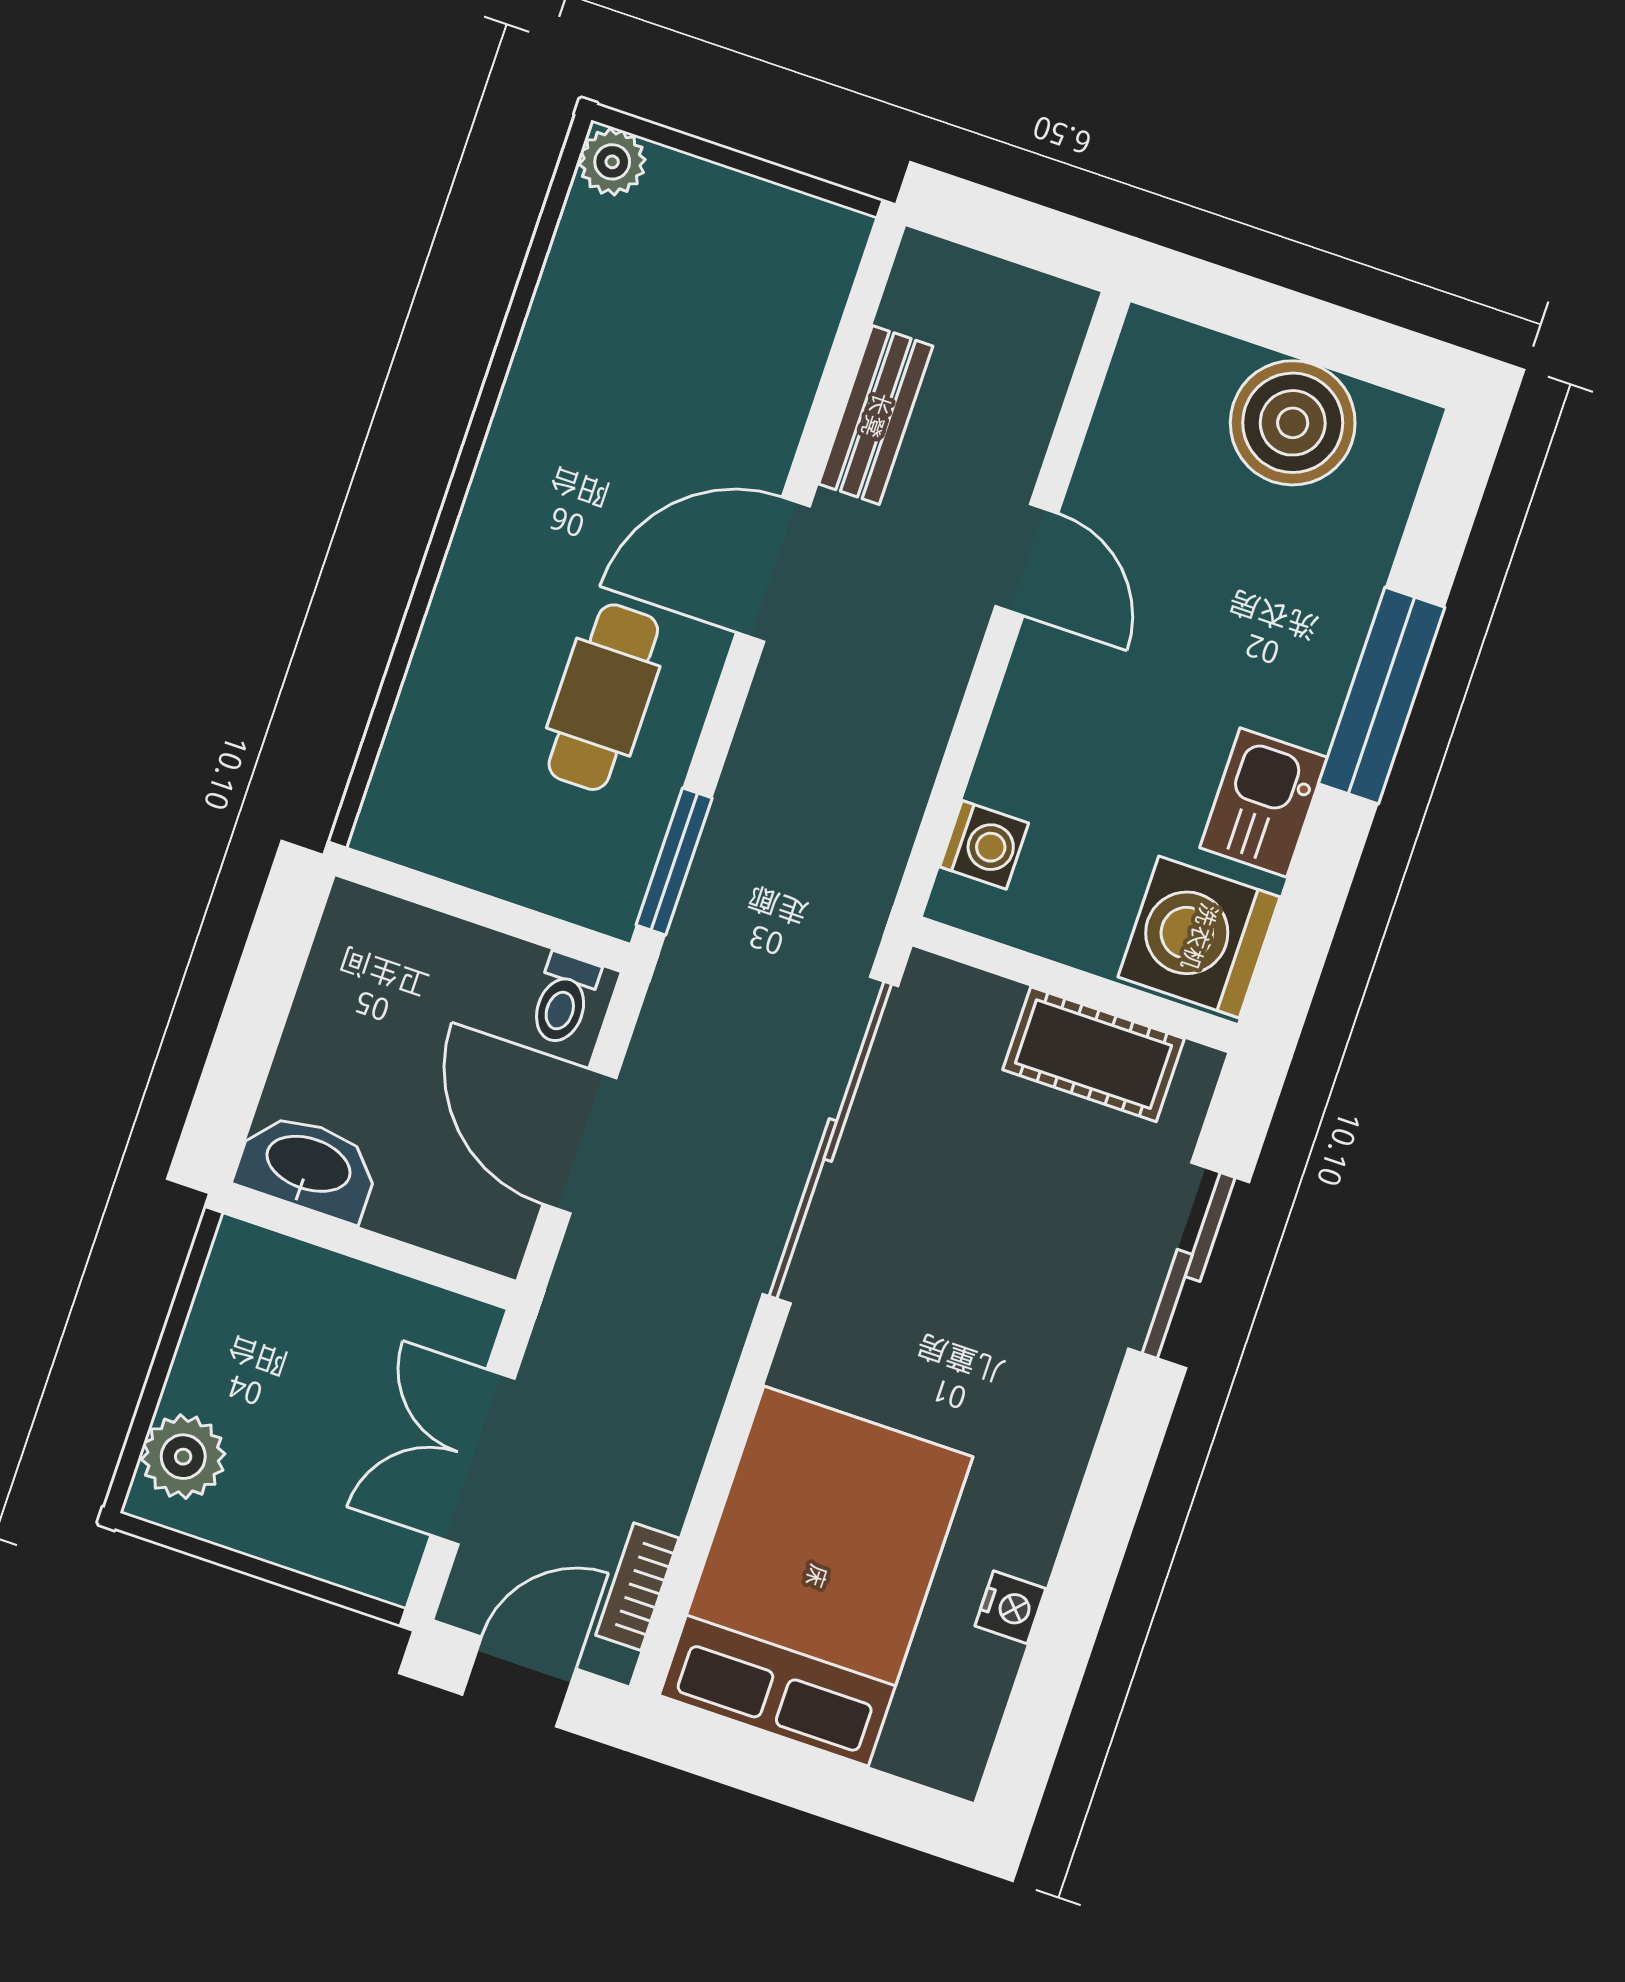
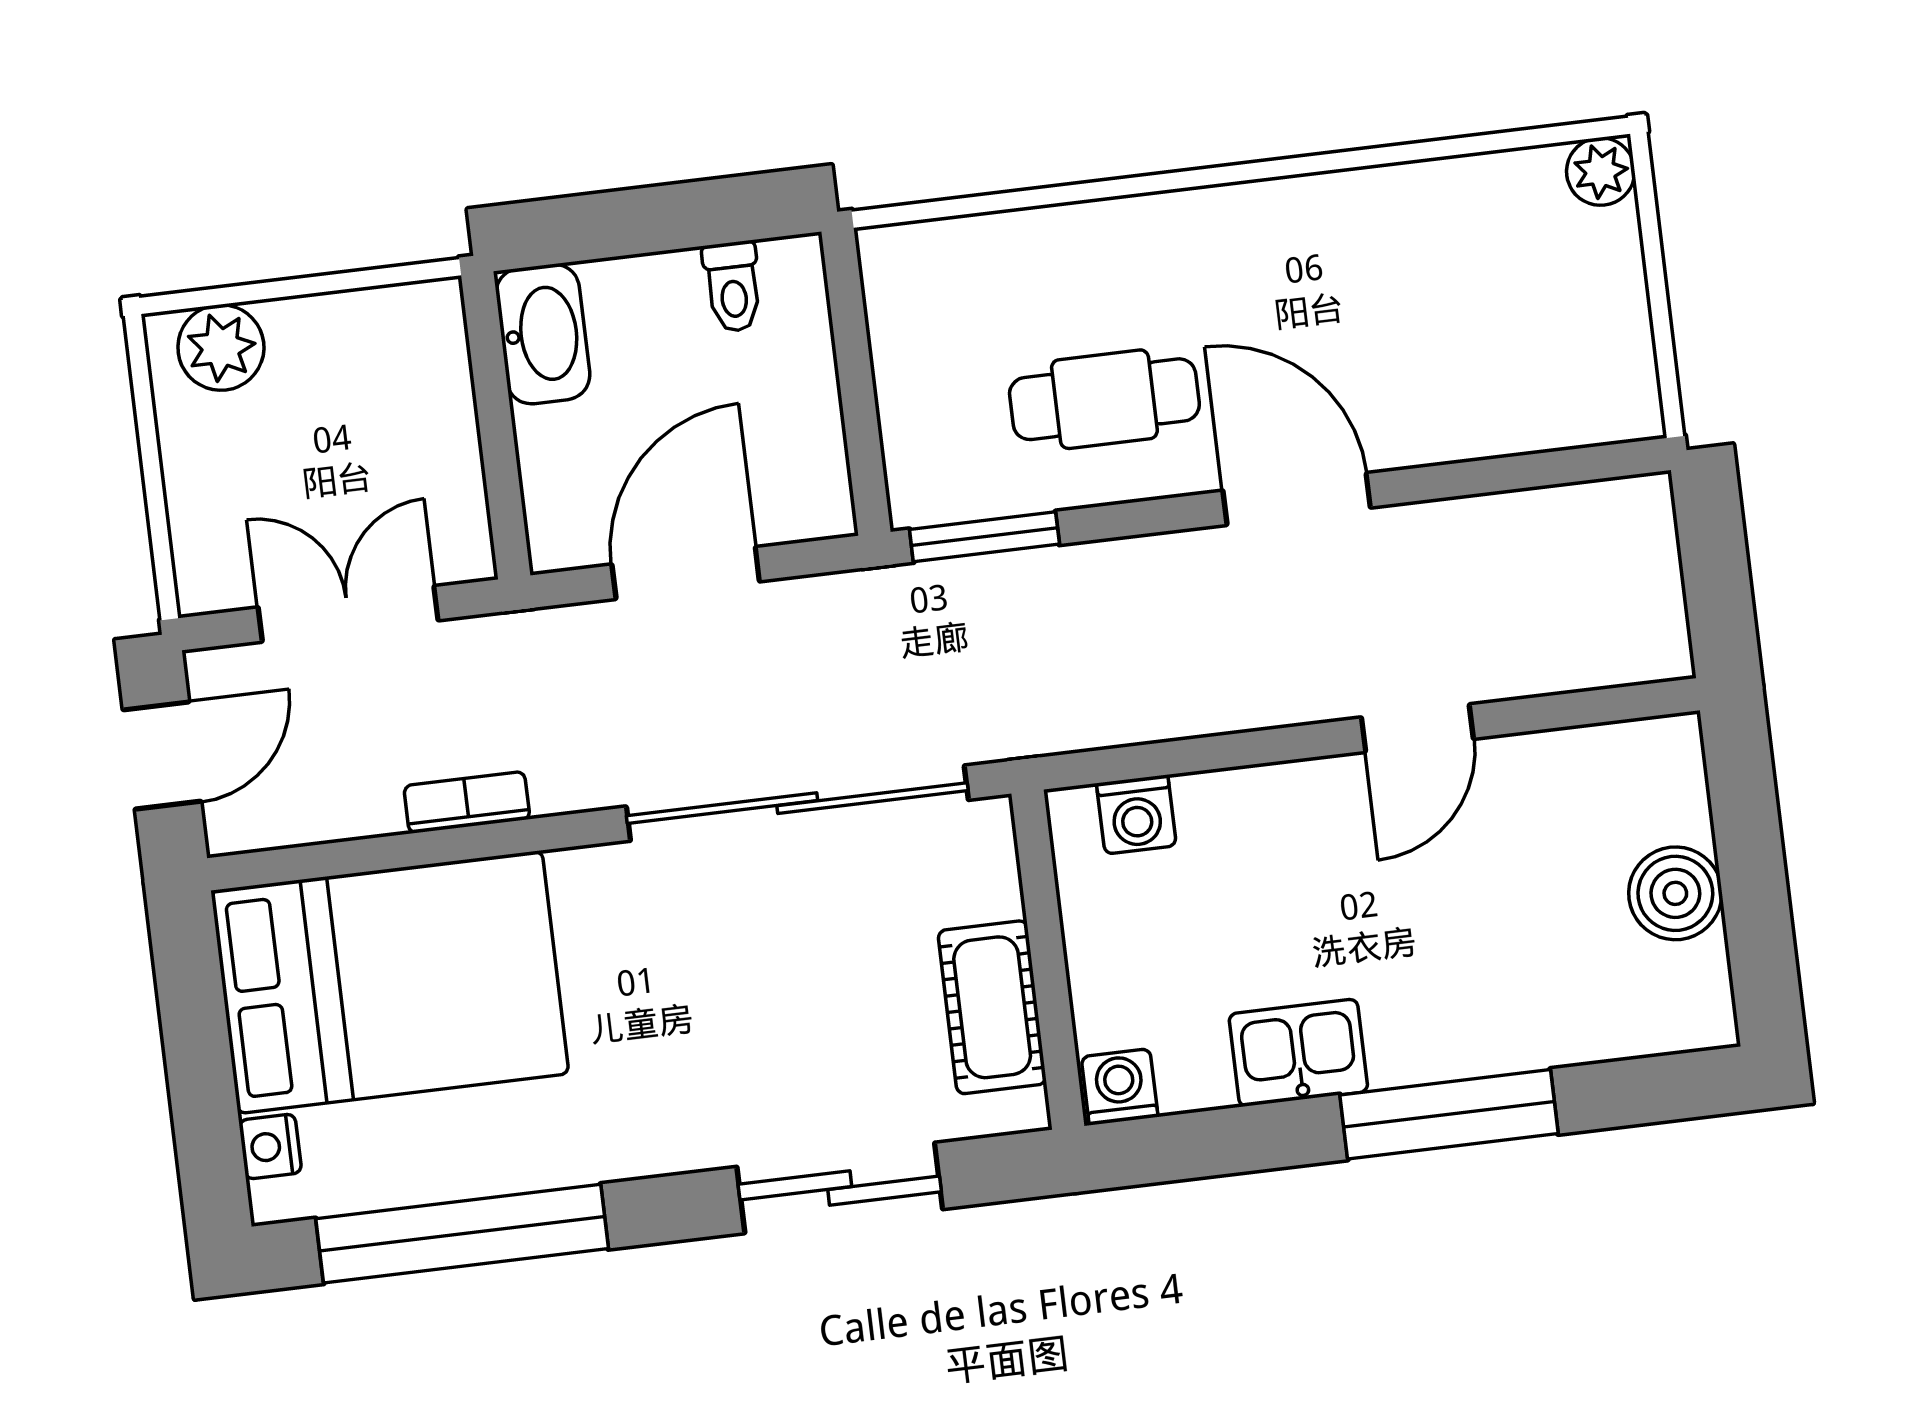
bench: (876, 415) -> (1484, 525), removed
boiler: (1293, 423) -> (1675, 893), width x0.73, depth x0.73
washing machine: (1199, 937) -> (1120, 1087), width x0.53, depth x0.53
toilet: (564, 999) -> (733, 287), moved, turned -90
bookcase: (637, 1587) -> (467, 802), moved
nightstand: (1010, 1607) -> (270, 1147), moved, turned 90
window: (1069, 1619) -> (462, 1234), added
door: (519, 1682) -> (162, 756), hinge flipped

